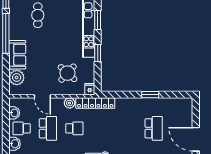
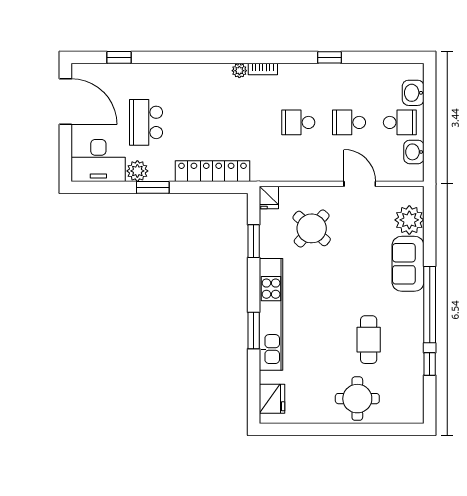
window: (98, 53) -> (254, 241), moved
plant: (70, 103) -> (137, 171), moved
locker: (95, 103) -> (212, 171), moved
desk: (179, 109) -> (98, 160), added
school desk: (48, 128) -> (349, 122), width x0.54

